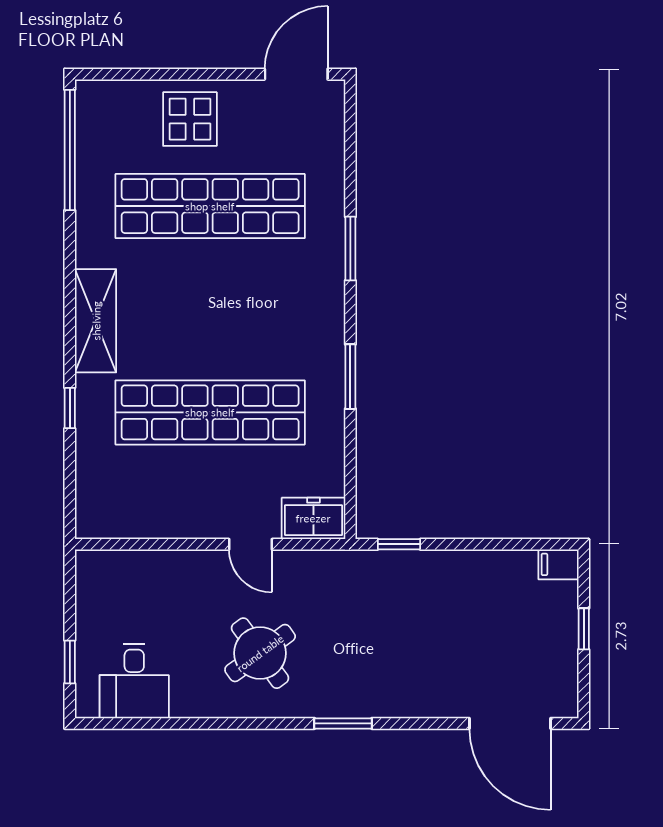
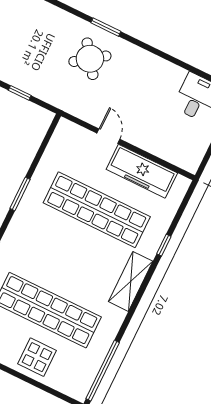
freezer: (313, 518) -> (142, 171), moved, width x1.91, depth x1.26
window: (399, 544) -> (20, 93), moved
round table: (260, 653) -> (90, 59), moved

